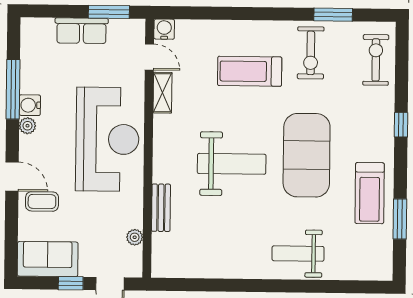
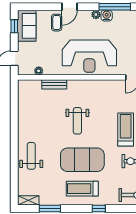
shelving: (162, 93) -> (28, 200), moved
weight bench: (232, 164) -> (77, 121), width x0.73, depth x0.75
treadmill: (370, 193) -> (82, 189), moved
window: (71, 283) -> (14, 26), moved

